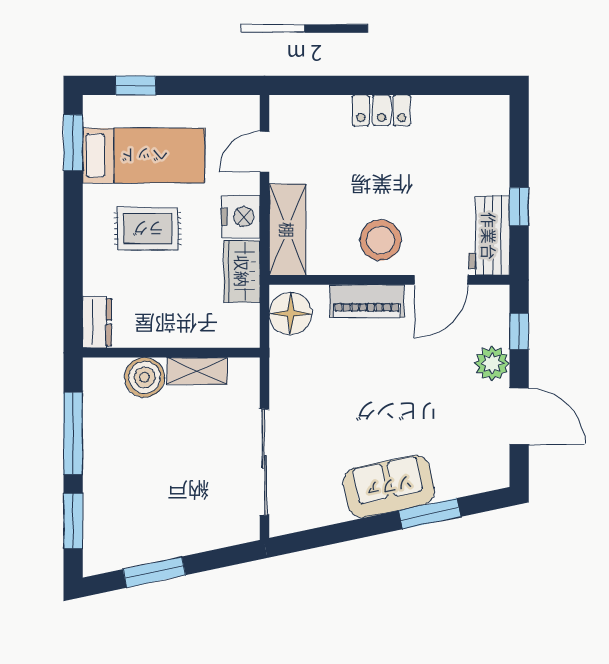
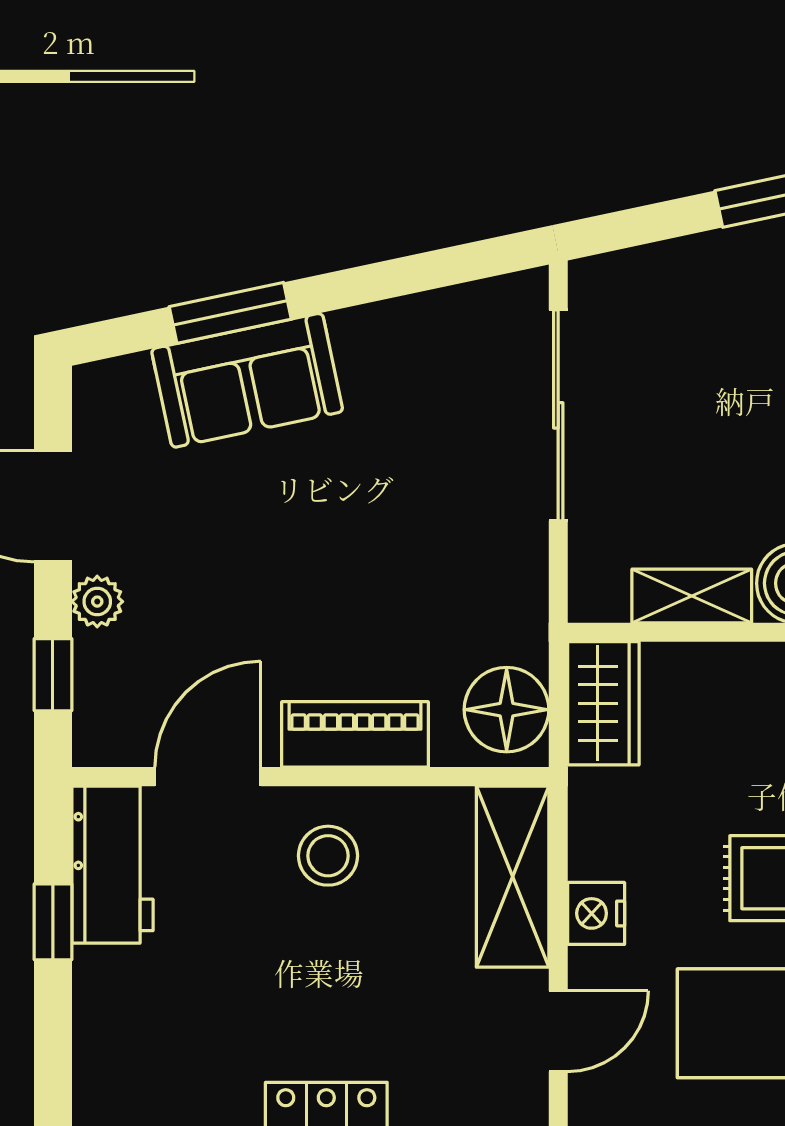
nightstand: (241, 217) -> (596, 913), width x0.74, depth x0.75
stool: (381, 240) -> (328, 856), width x0.73, depth x0.73
wardrobe: (242, 271) -> (603, 703), moved
plant: (492, 363) -> (97, 602), width x0.73, depth x0.73
sofa: (389, 487) -> (247, 380), moved

